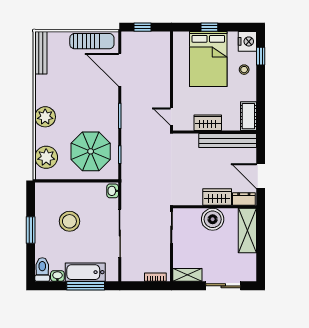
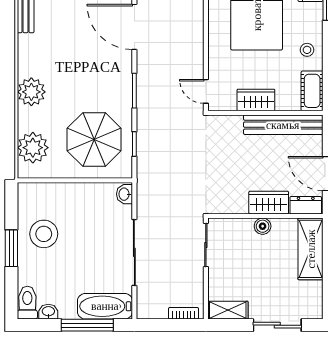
stool: (244, 70) -> (307, 50), moved
boiler: (213, 219) -> (263, 226), width x0.54, depth x0.54
stool: (69, 221) -> (44, 234), moved
bathtub: (85, 272) -> (105, 306), moved

